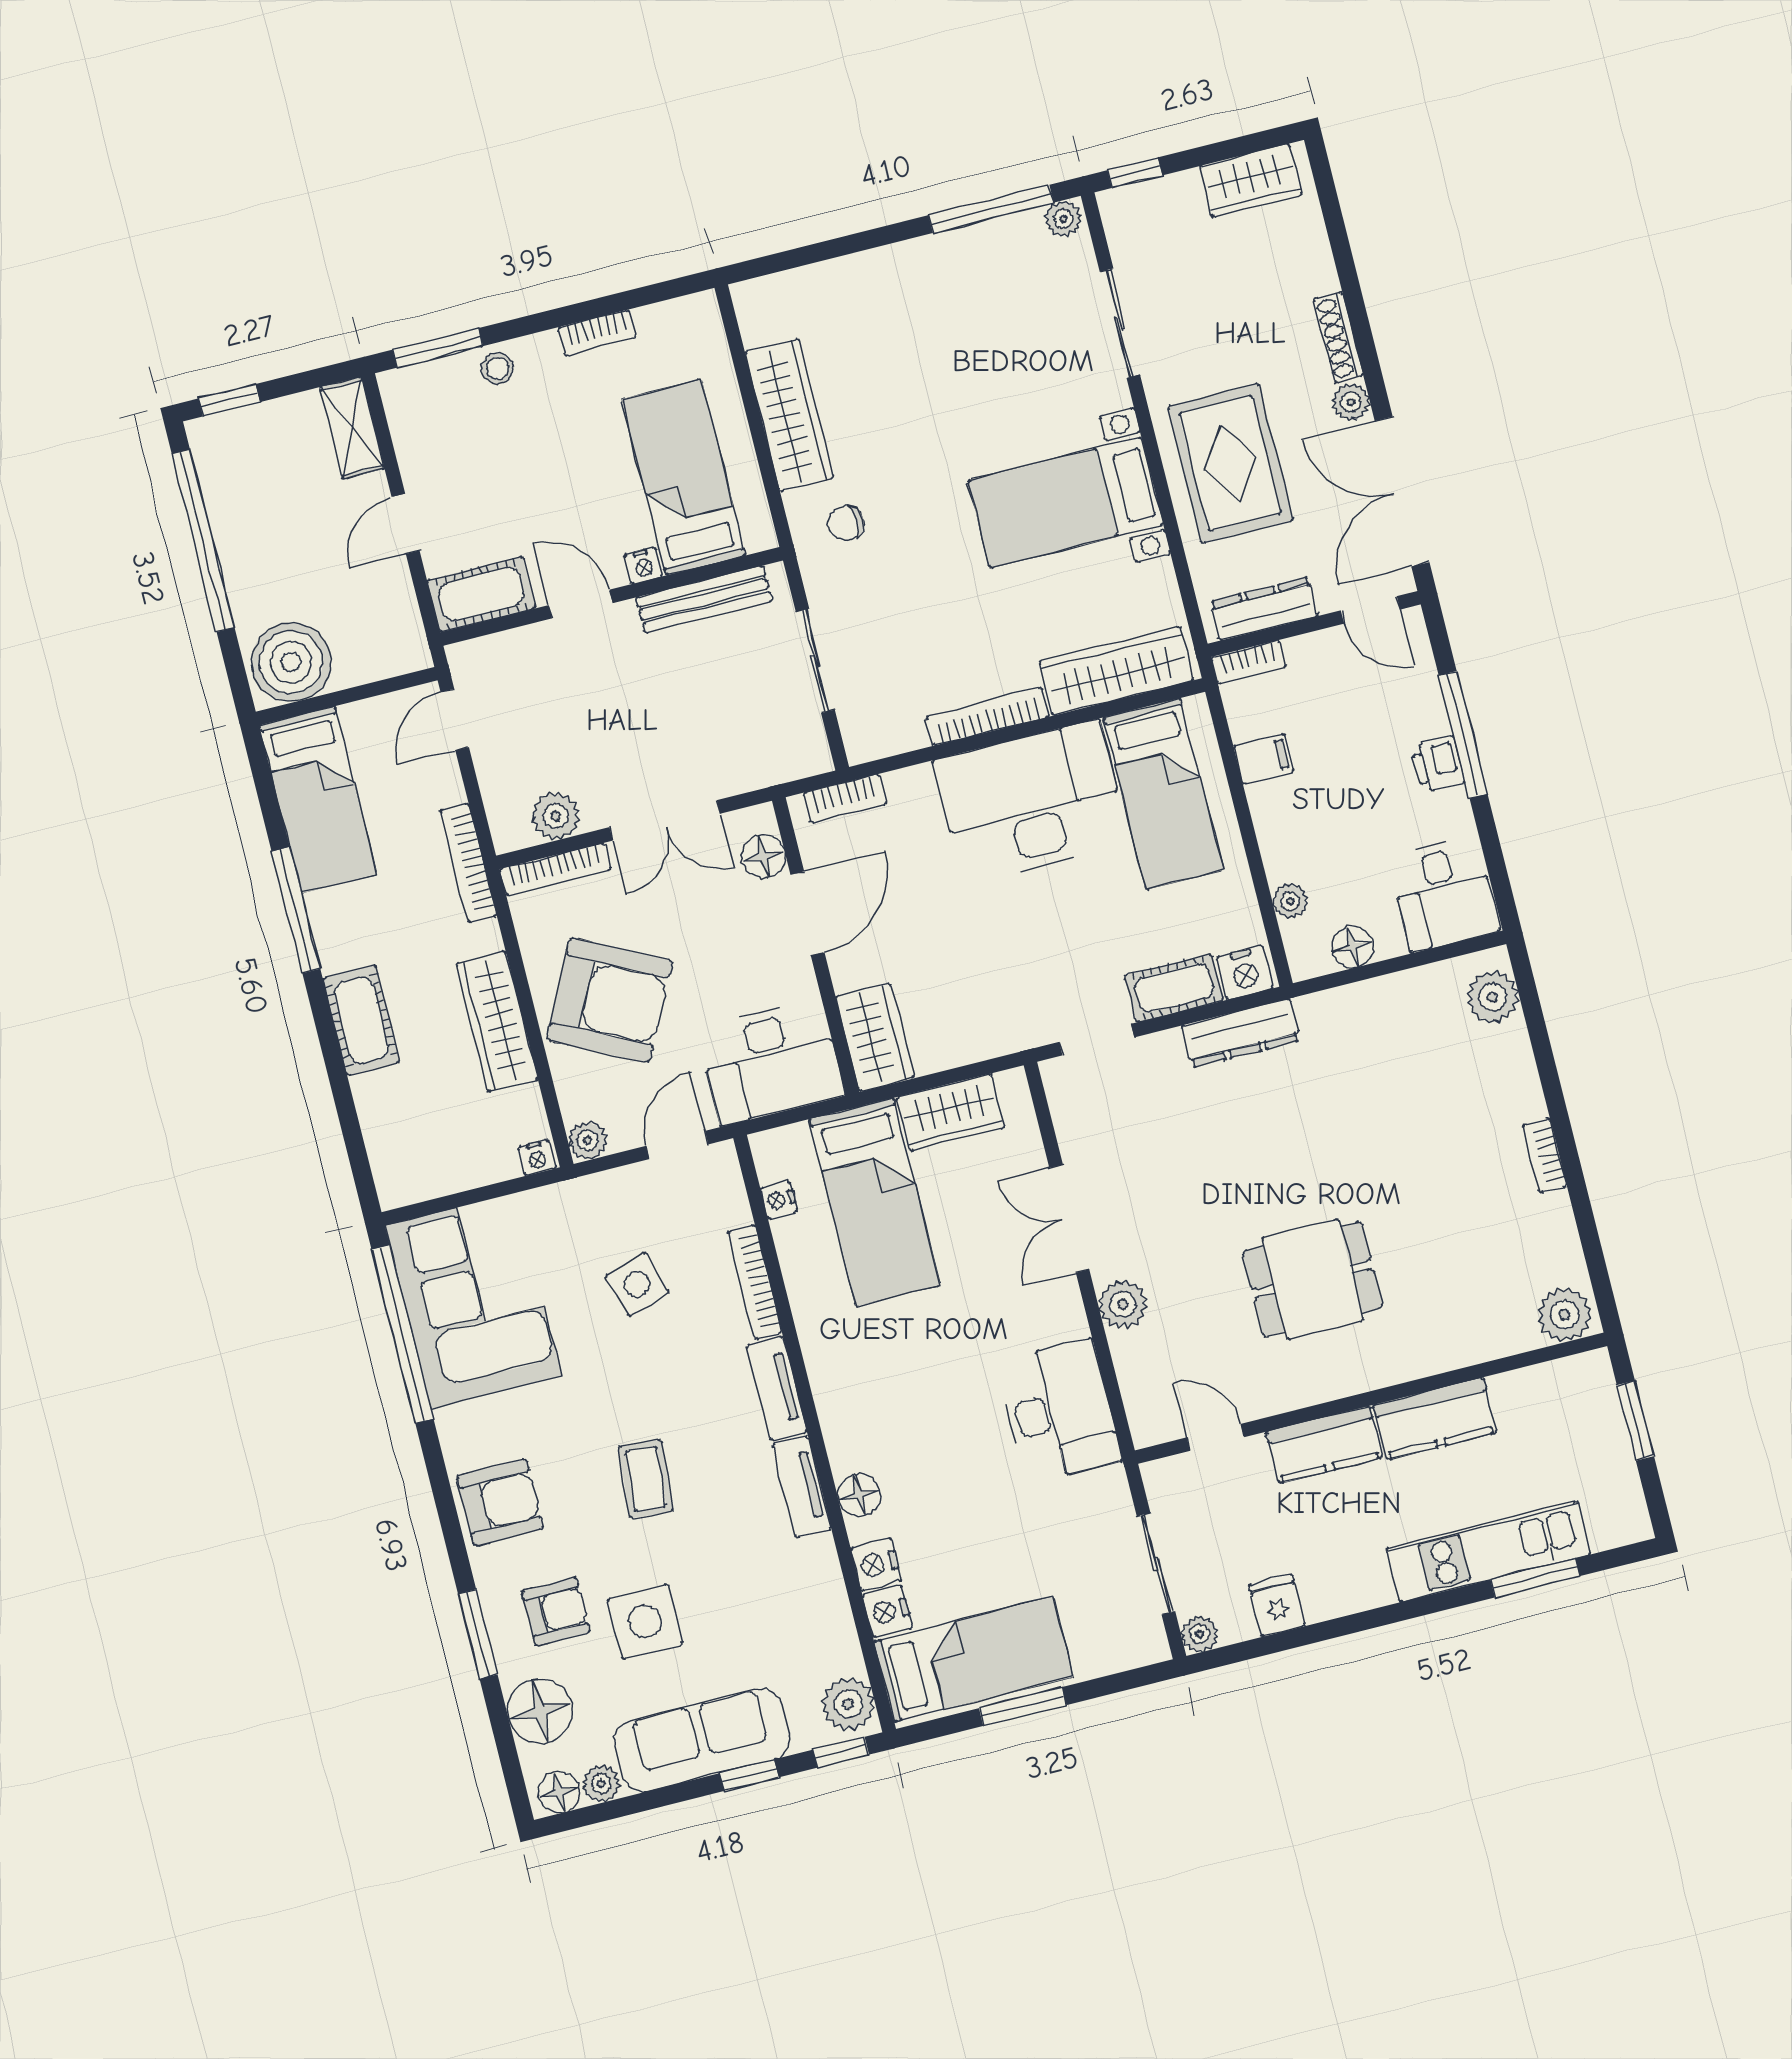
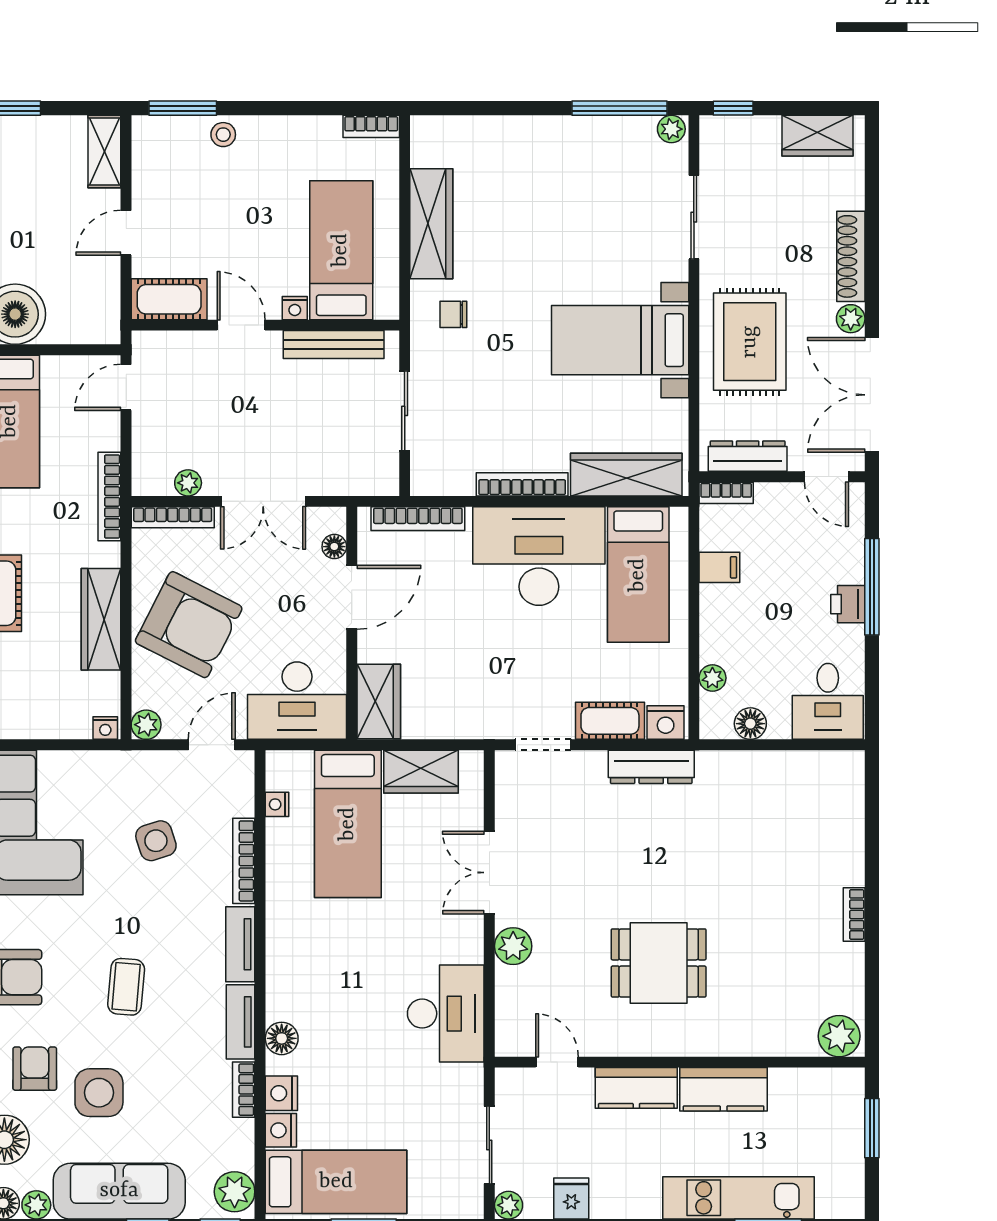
bookcase: (597, 332) -> (371, 126), moved
shoe rack: (1339, 337) -> (851, 256), width x1.36, depth x1.24
bookcase: (845, 798) -> (418, 519), width x1.56
plant: (556, 816) -> (188, 483), width x0.73, depth x0.73
floor lamp: (763, 856) -> (334, 547), width x0.73, depth x0.73
plant: (1493, 997) -> (845, 787), removed
bookcase: (827, 1572) -> (244, 1090), added
armchair: (556, 1612) -> (35, 1069), turned -90

